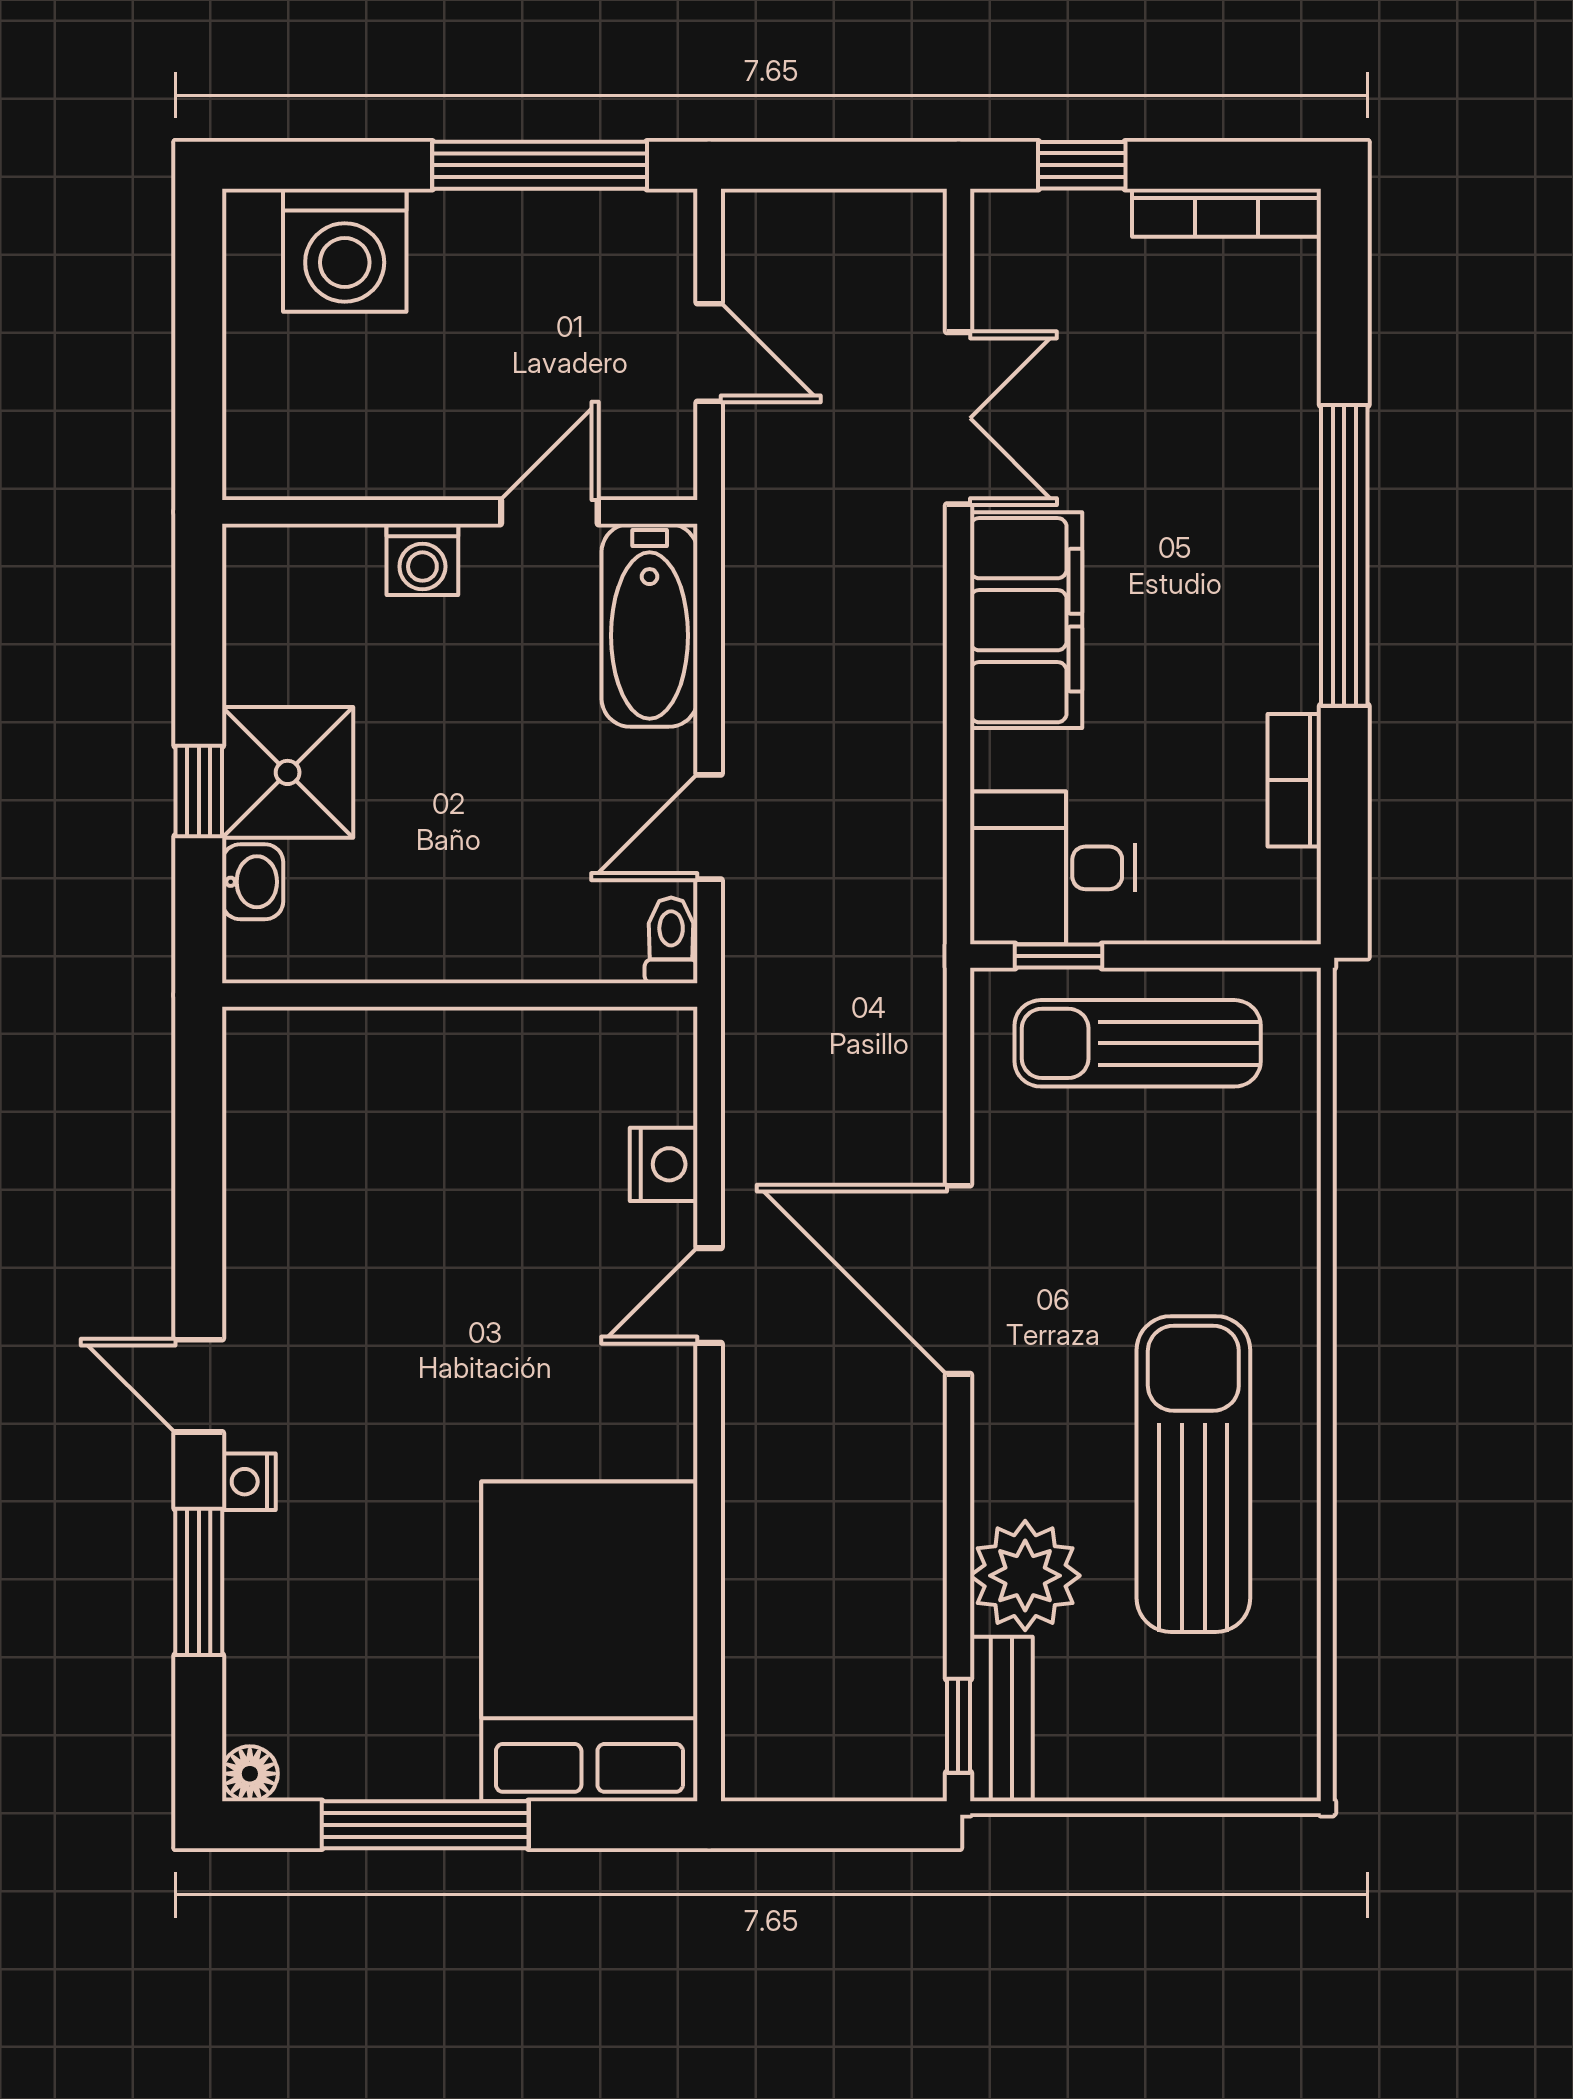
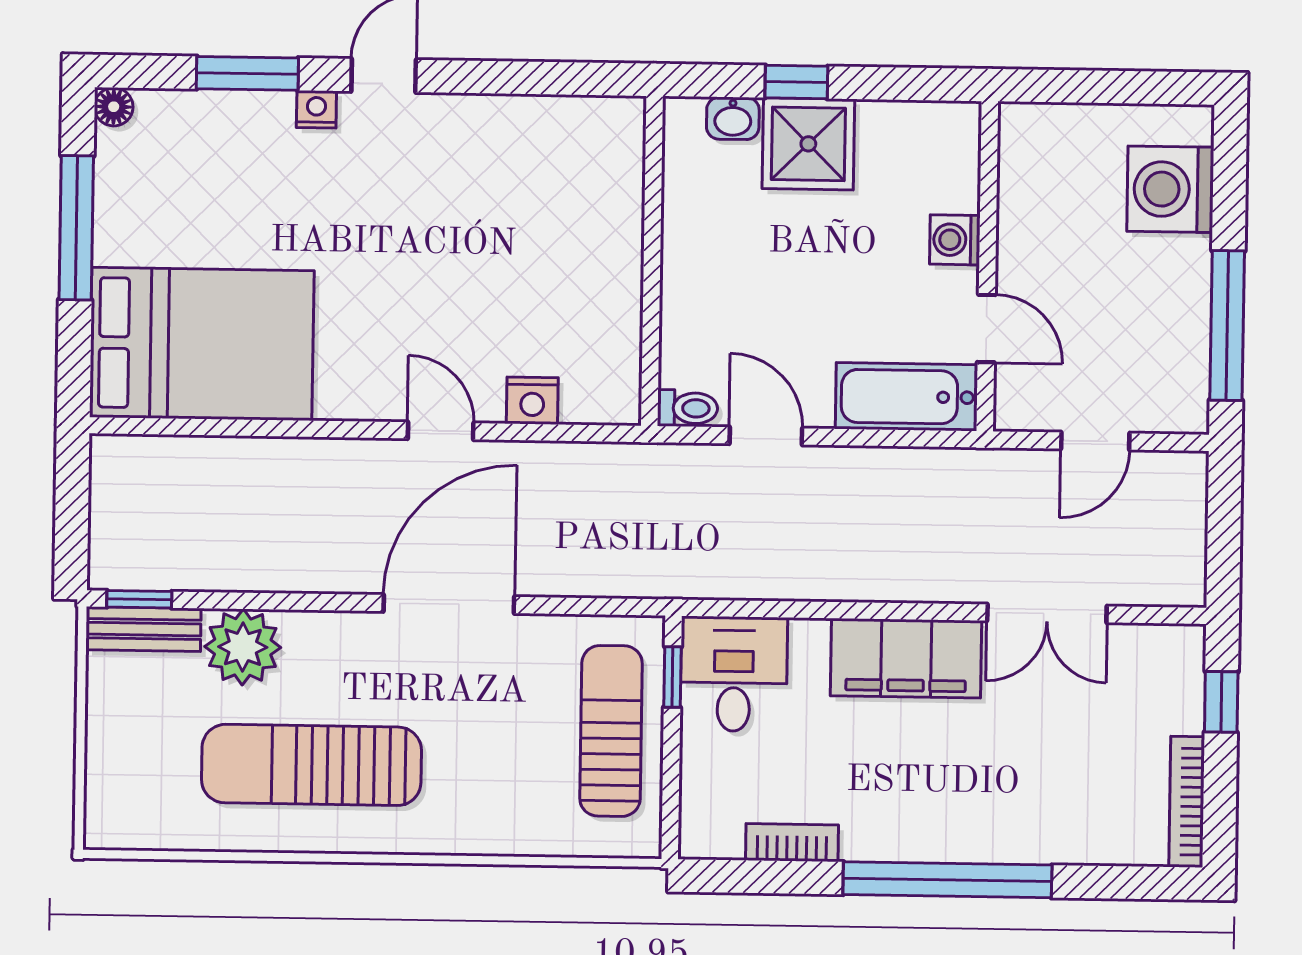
sun lounger: (1193, 1474) -> (311, 765), turned 180

